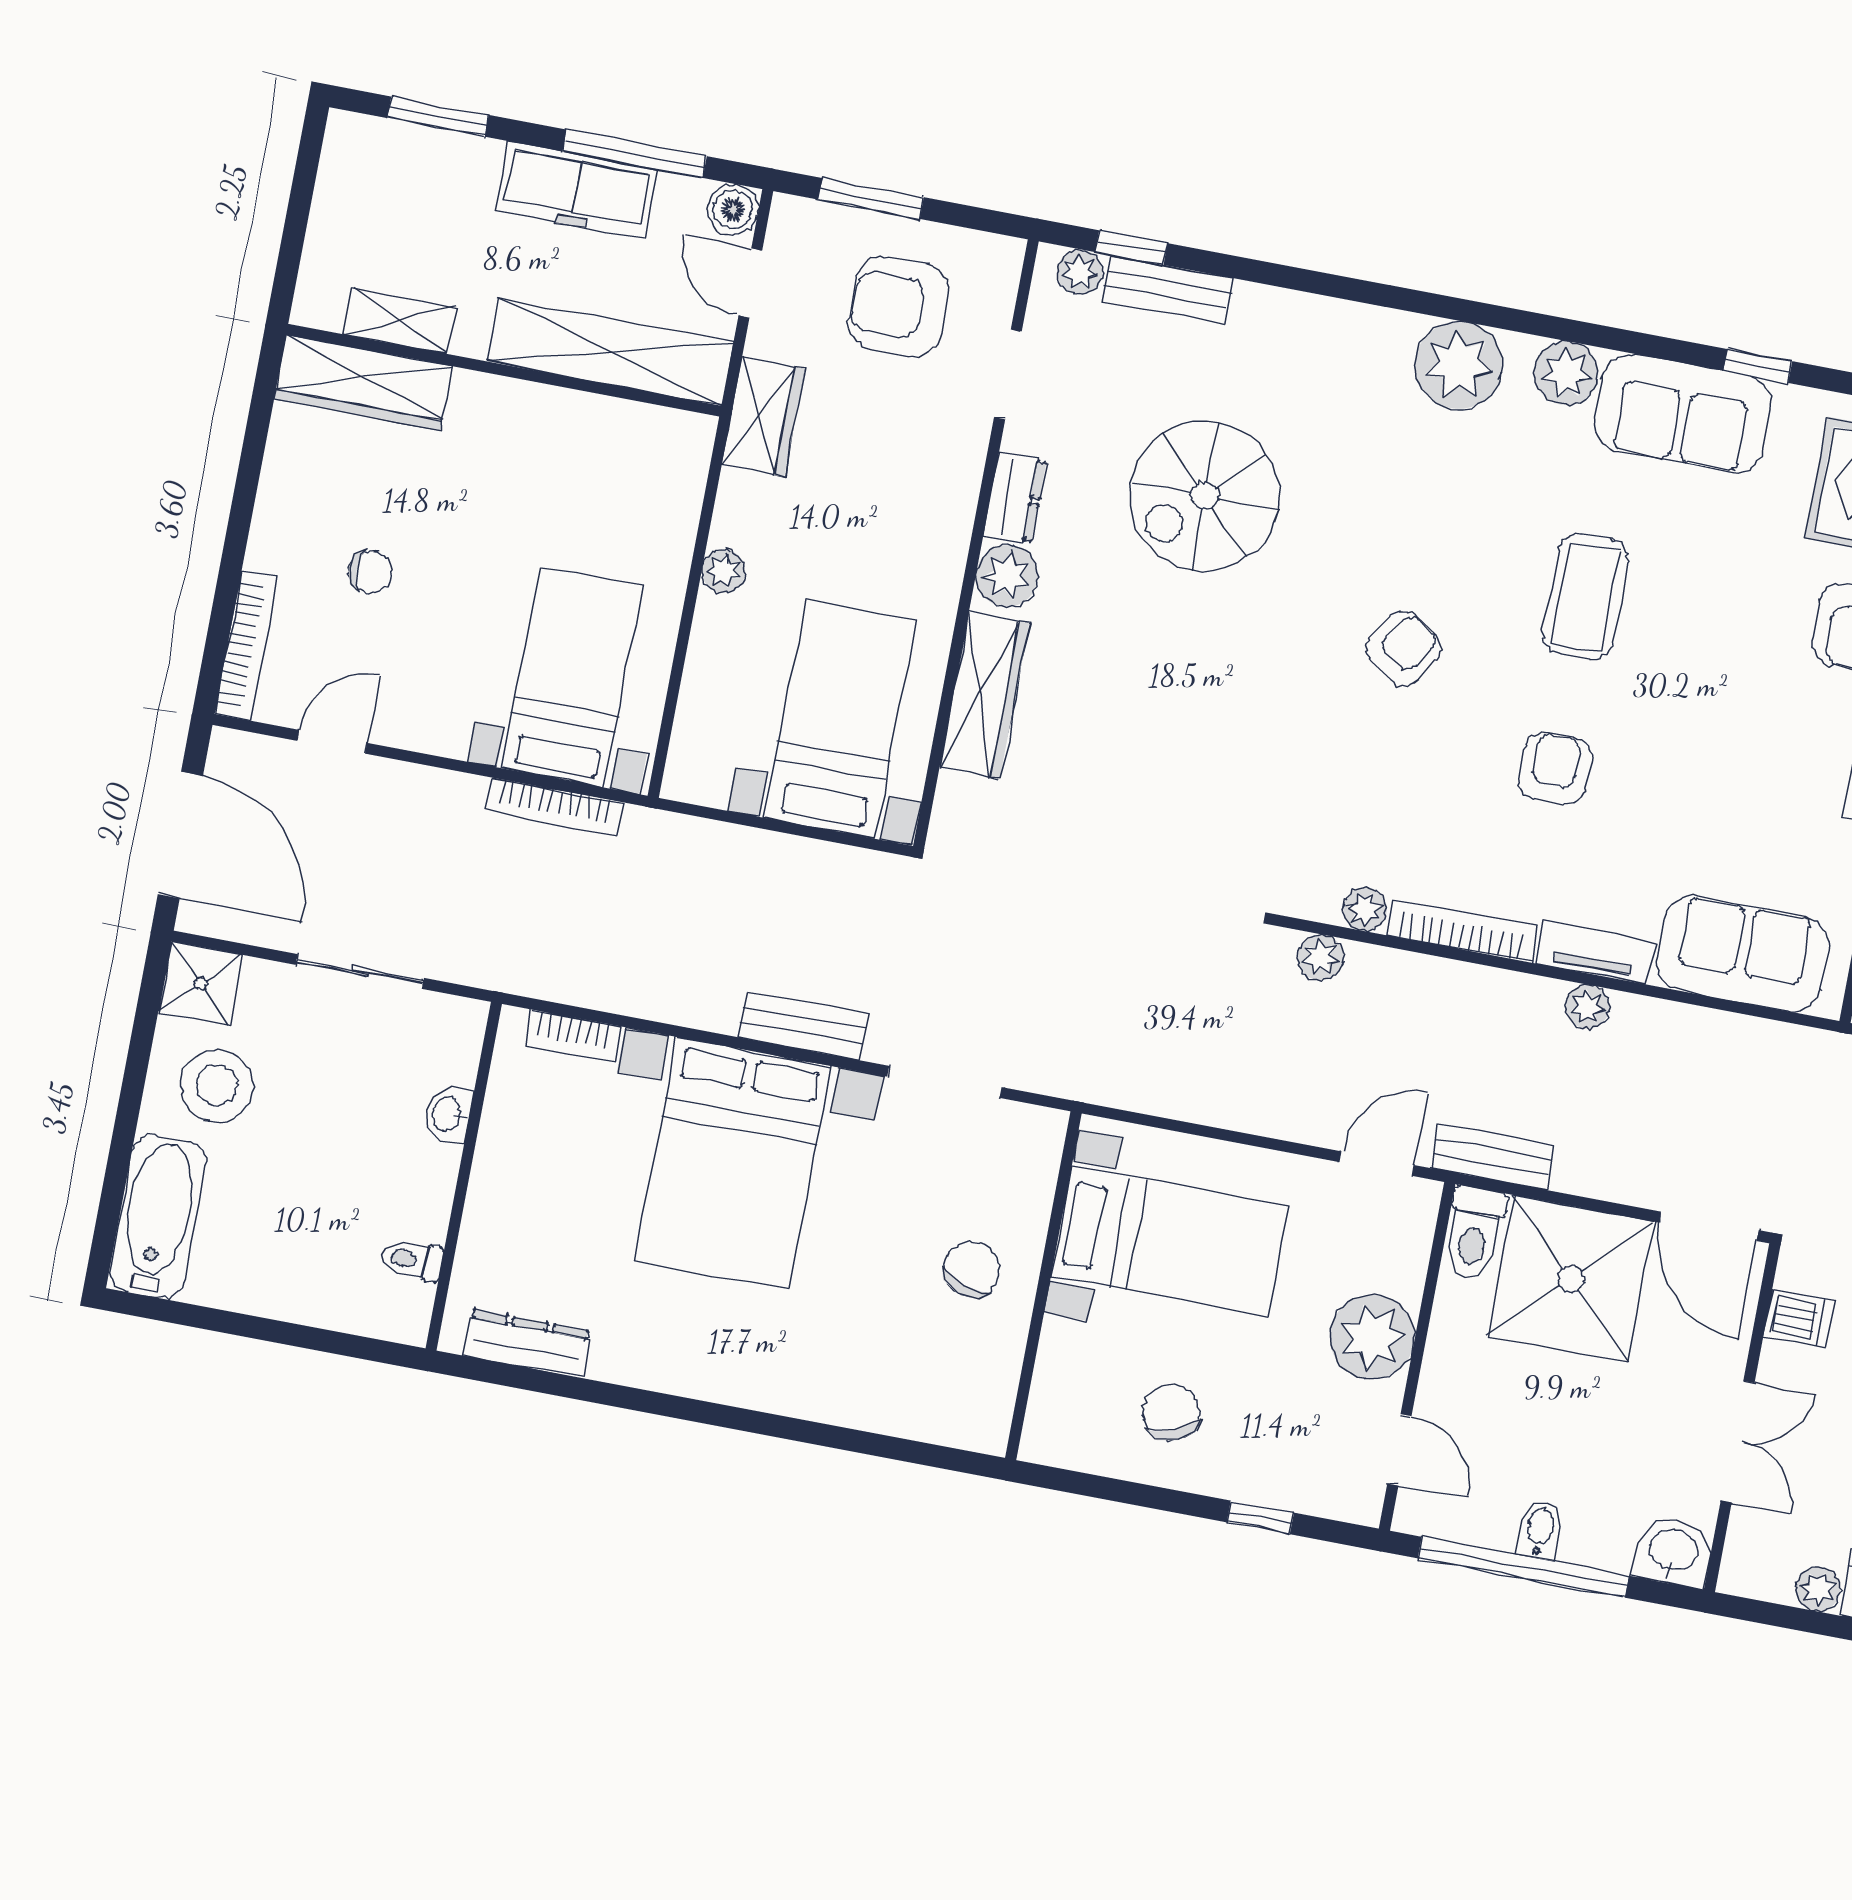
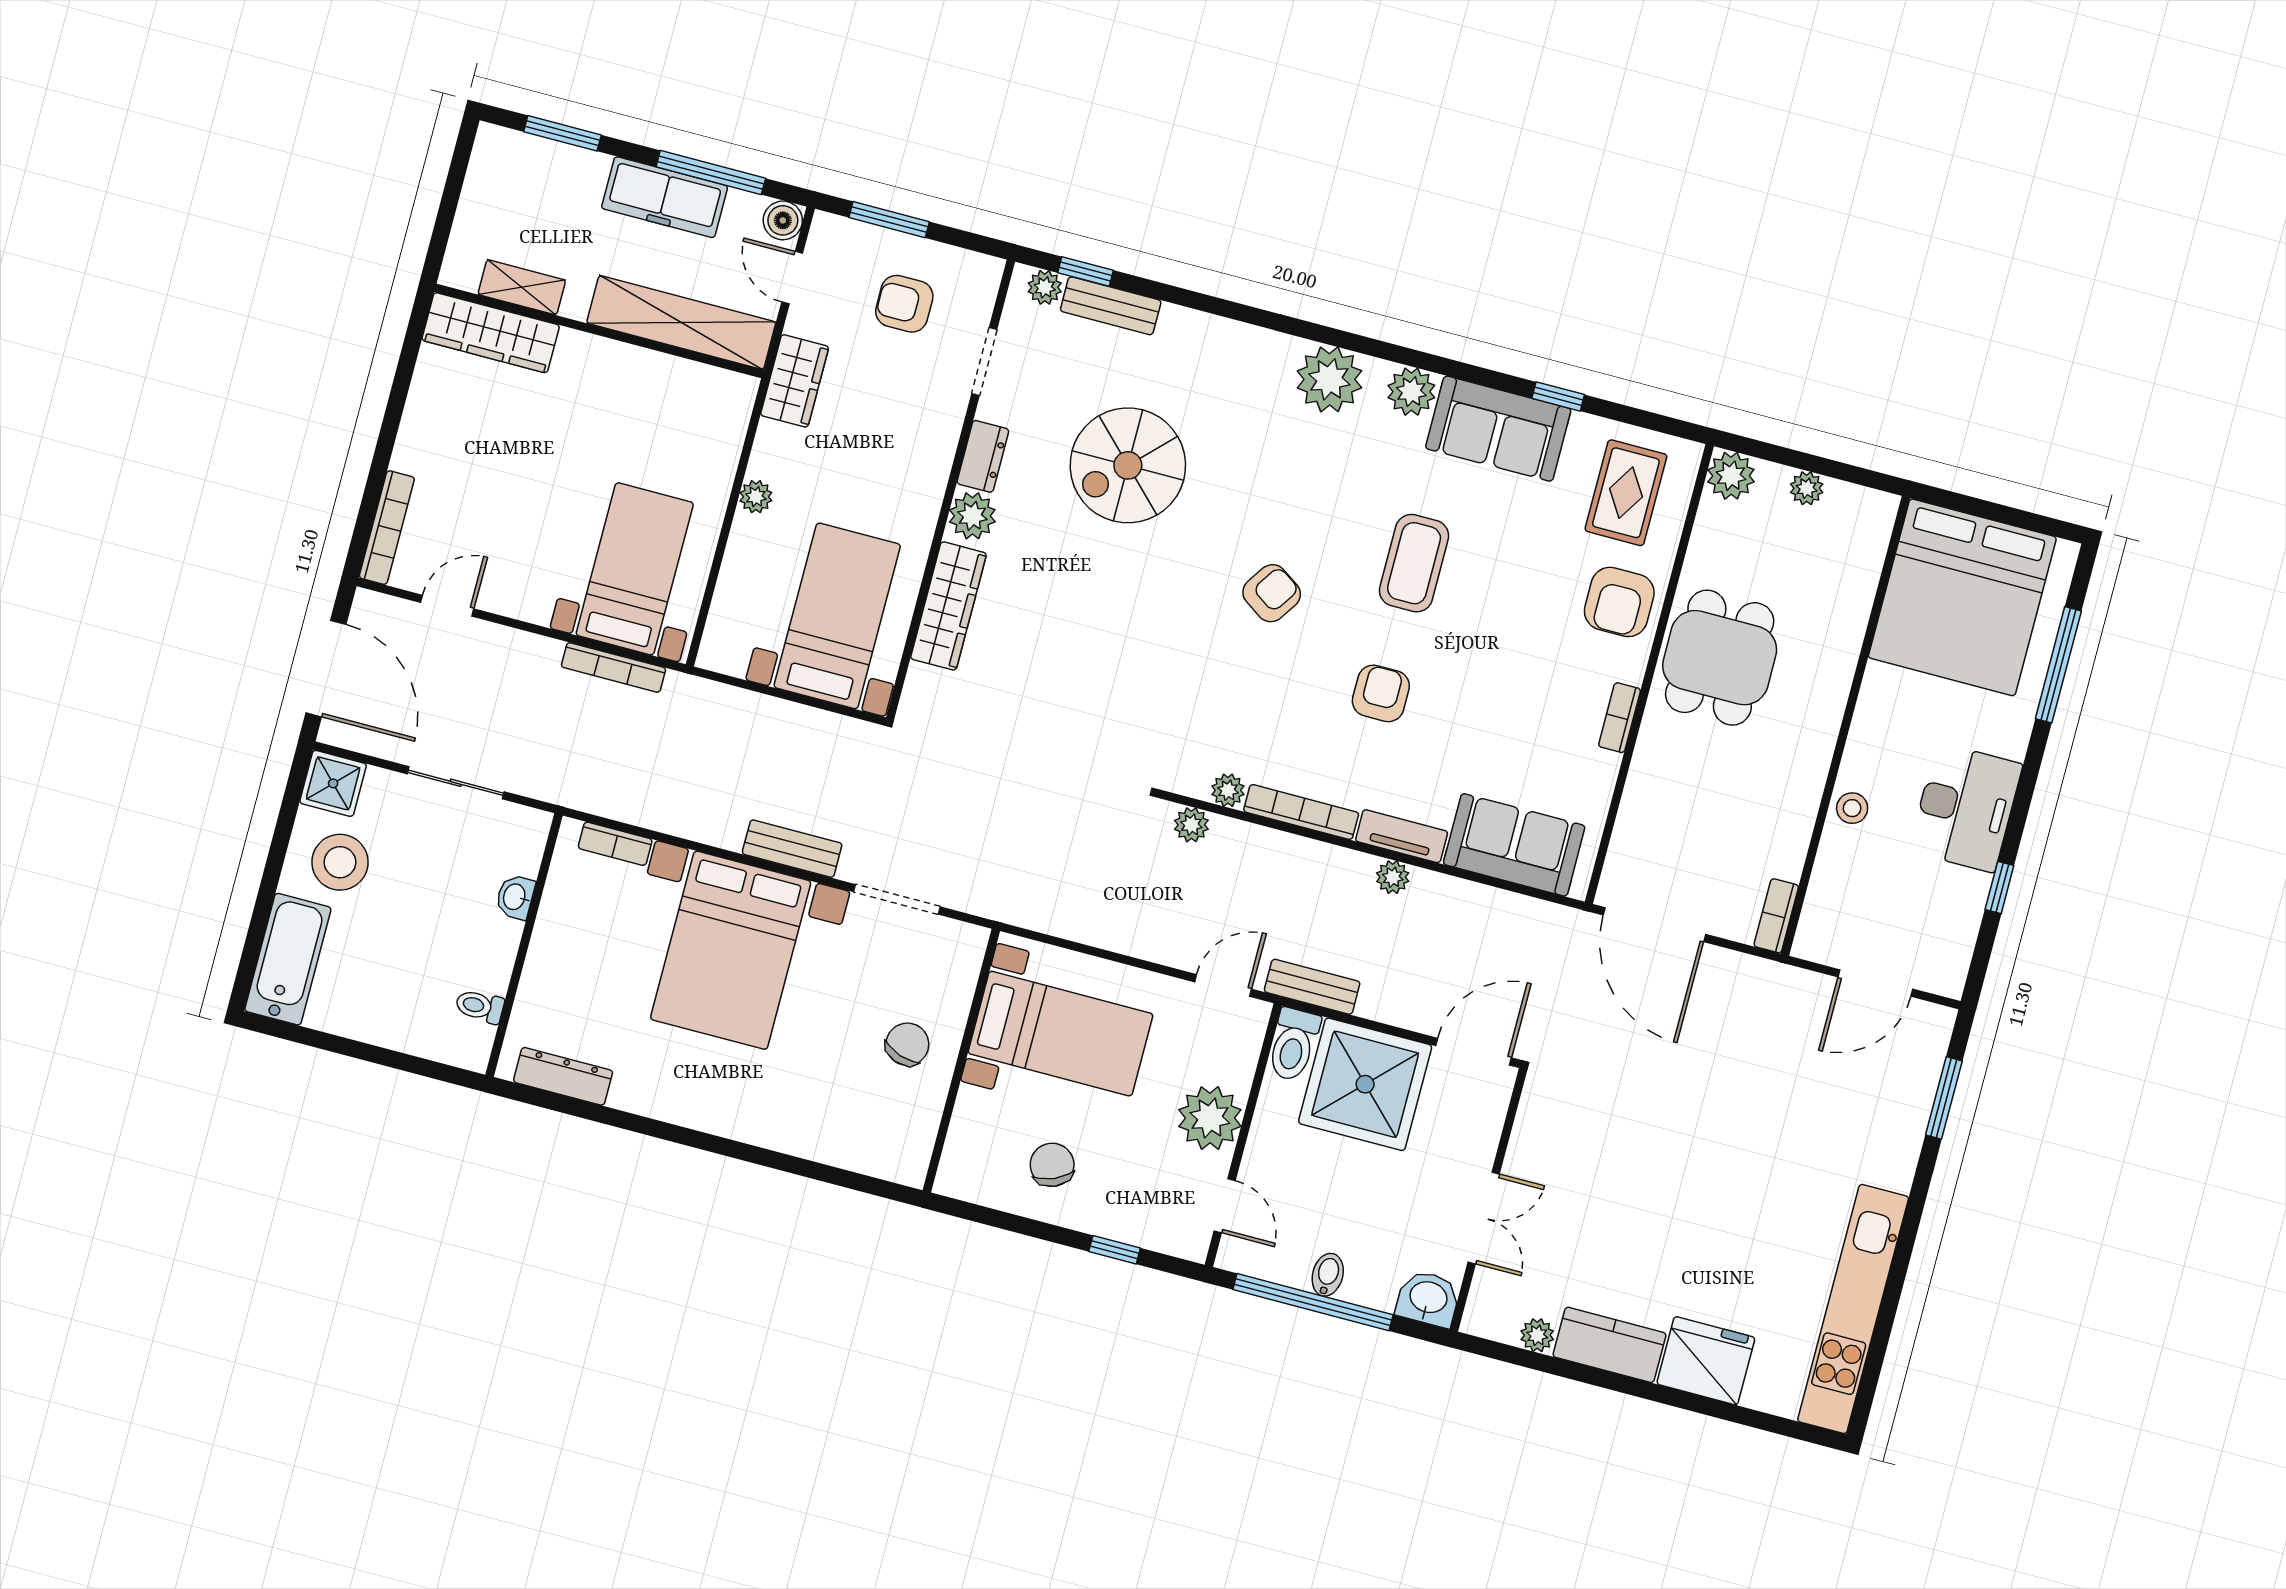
armchair: (899, 306) -> (904, 304), width x0.72, depth x0.72
chair: (370, 572) -> (486, 478), removed
door: (1709, 1226) -> (1474, 1052), swing flipped
dishwasher: (1798, 1319) -> (1537, 1127), removed

